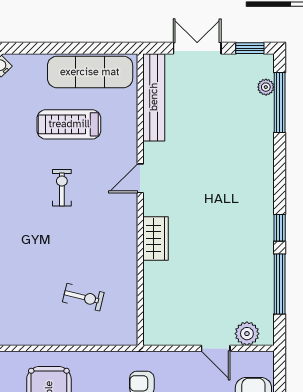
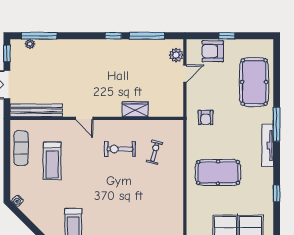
exercise mat: (90, 72) -> (21, 148), width x0.73, depth x0.69
exercise bike: (62, 188) -> (120, 149), moved, width x1.38, depth x1.39
wardrobe: (155, 238) -> (135, 109), moved

